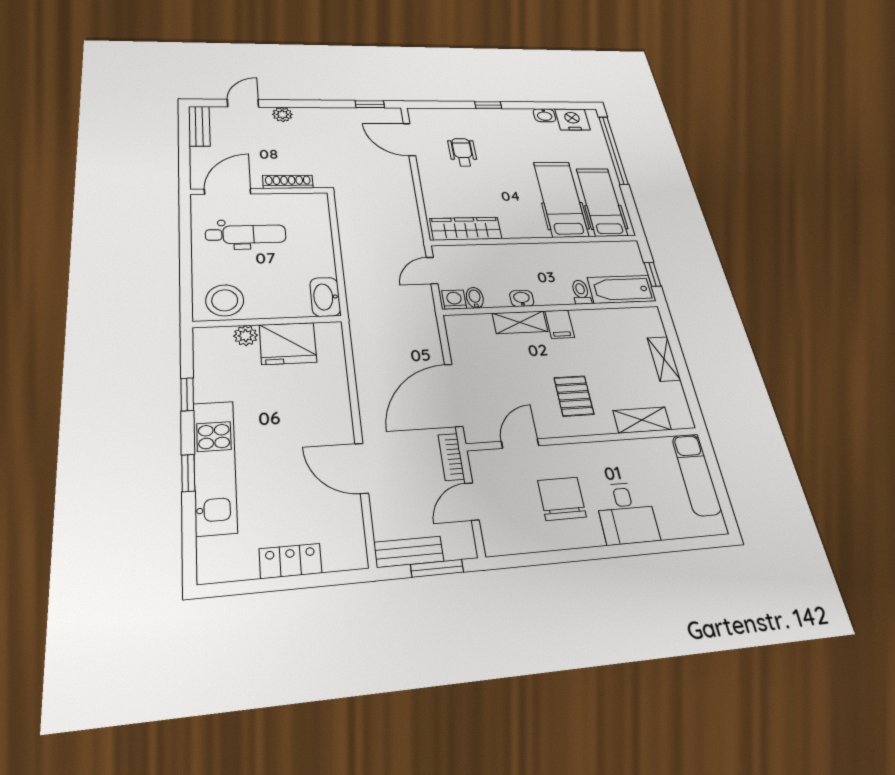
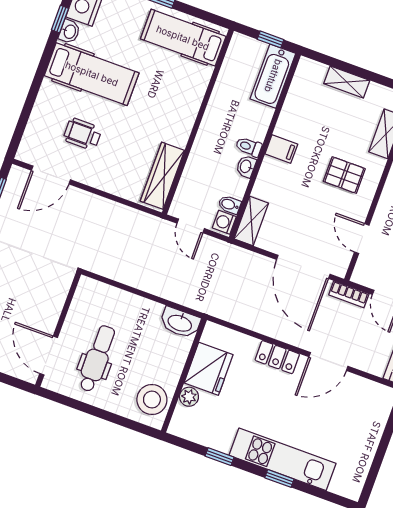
window: (488, 105) -> (60, 19), moved
shoe rack: (288, 182) -> (57, 302), removed
hospital bed: (561, 199) -> (92, 74), moved, turned 180
toilet: (581, 292) -> (249, 147), moved
shelving: (520, 322) -> (251, 221), moved
locker: (290, 561) -> (277, 357), moved, turned -90

